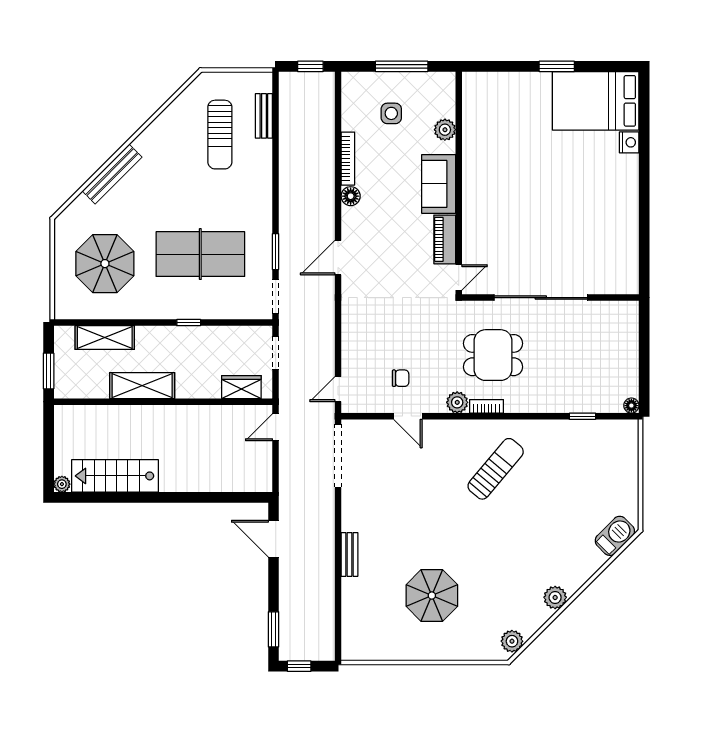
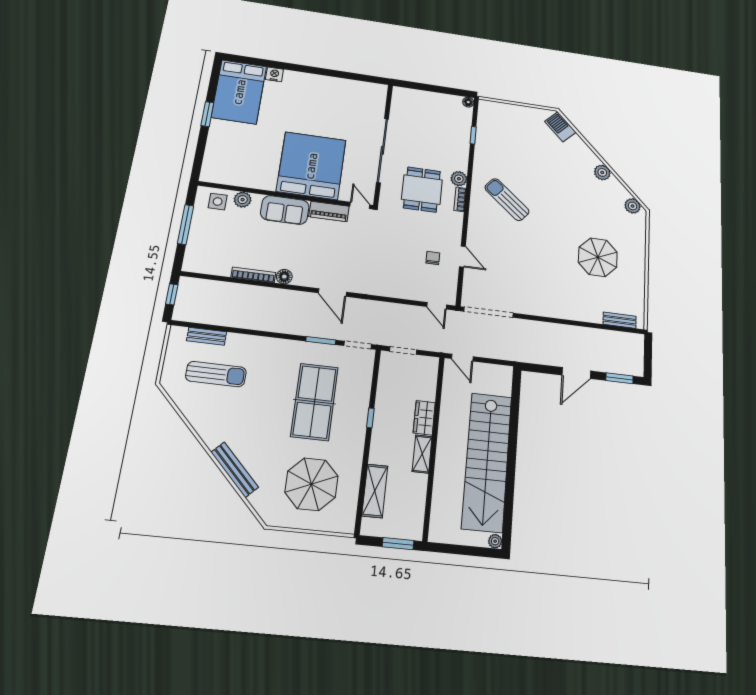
side table: (391, 113) -> (218, 202), moved
bed: (505, 209) -> (311, 166), added
shelving: (142, 386) -> (422, 454), width x0.67, depth x0.75
wardrobe: (241, 387) -> (424, 418), moved
plant: (457, 402) -> (459, 179), moved
door: (408, 416) -> (462, 257), hinge flipped
stairs: (115, 476) -> (487, 462), width x1.86, depth x1.51
door: (273, 539) -> (576, 373), moved
bench: (349, 554) -> (620, 320), moved
window: (299, 666) -> (648, 362), removed

